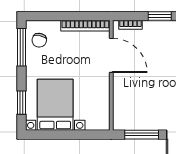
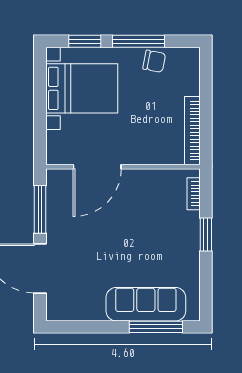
chair: (39, 40) -> (154, 61), moved, turned 180
window: (22, 47) -> (139, 41), moved
door: (111, 55) -> (97, 167), moved

